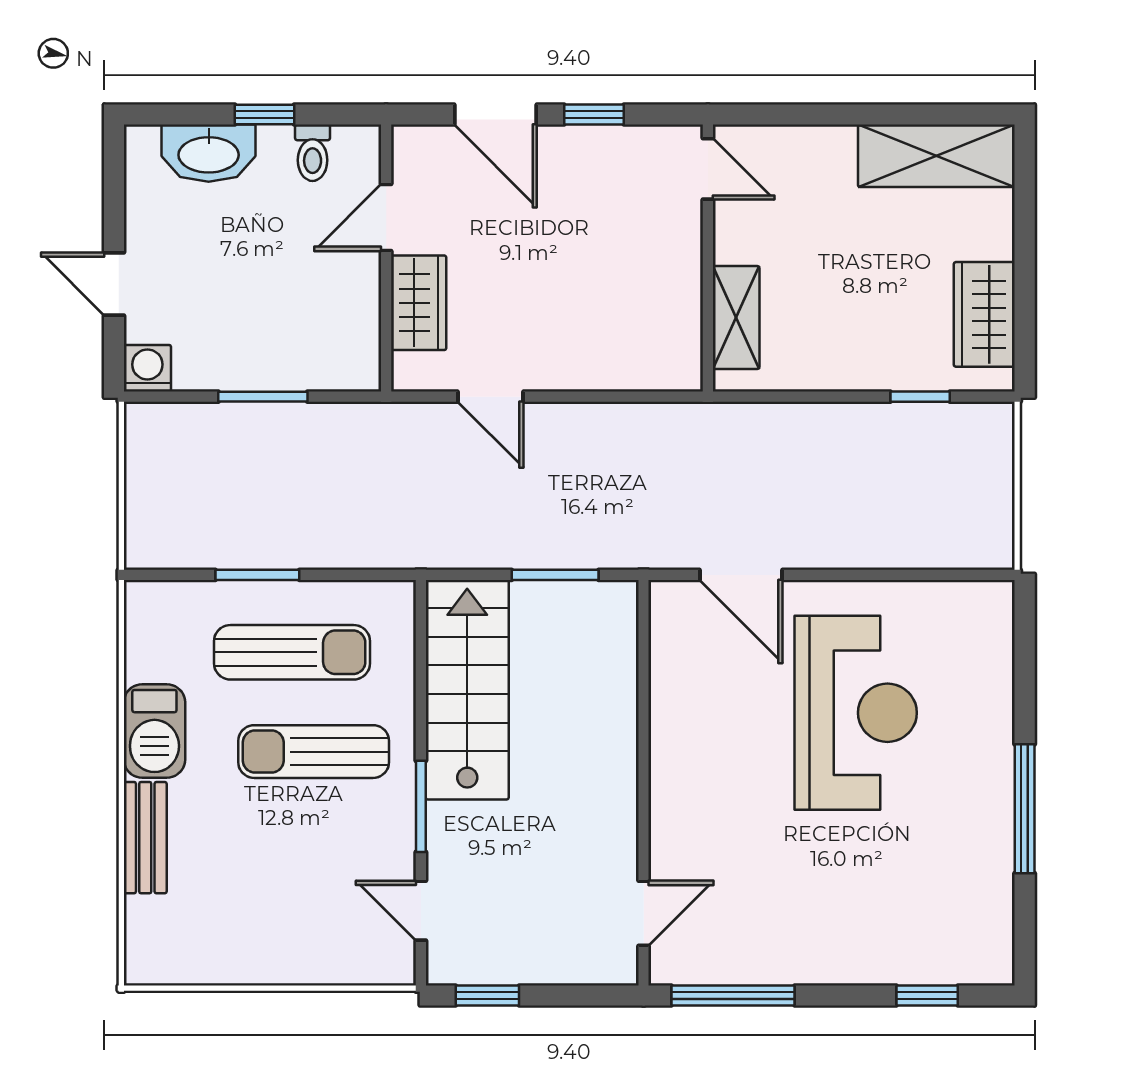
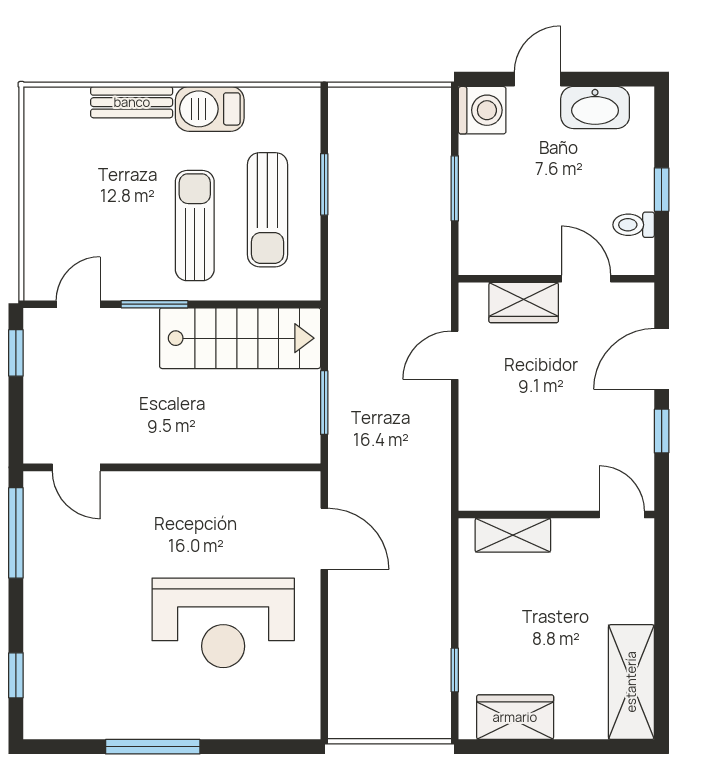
washbasin: (209, 153) -> (595, 107), moved, turned -90
door: (708, 169) -> (622, 515), swing flipped
washing machine: (147, 368) -> (482, 110), width x1.38, depth x1.38
door: (741, 575) -> (324, 539), swing flipped

